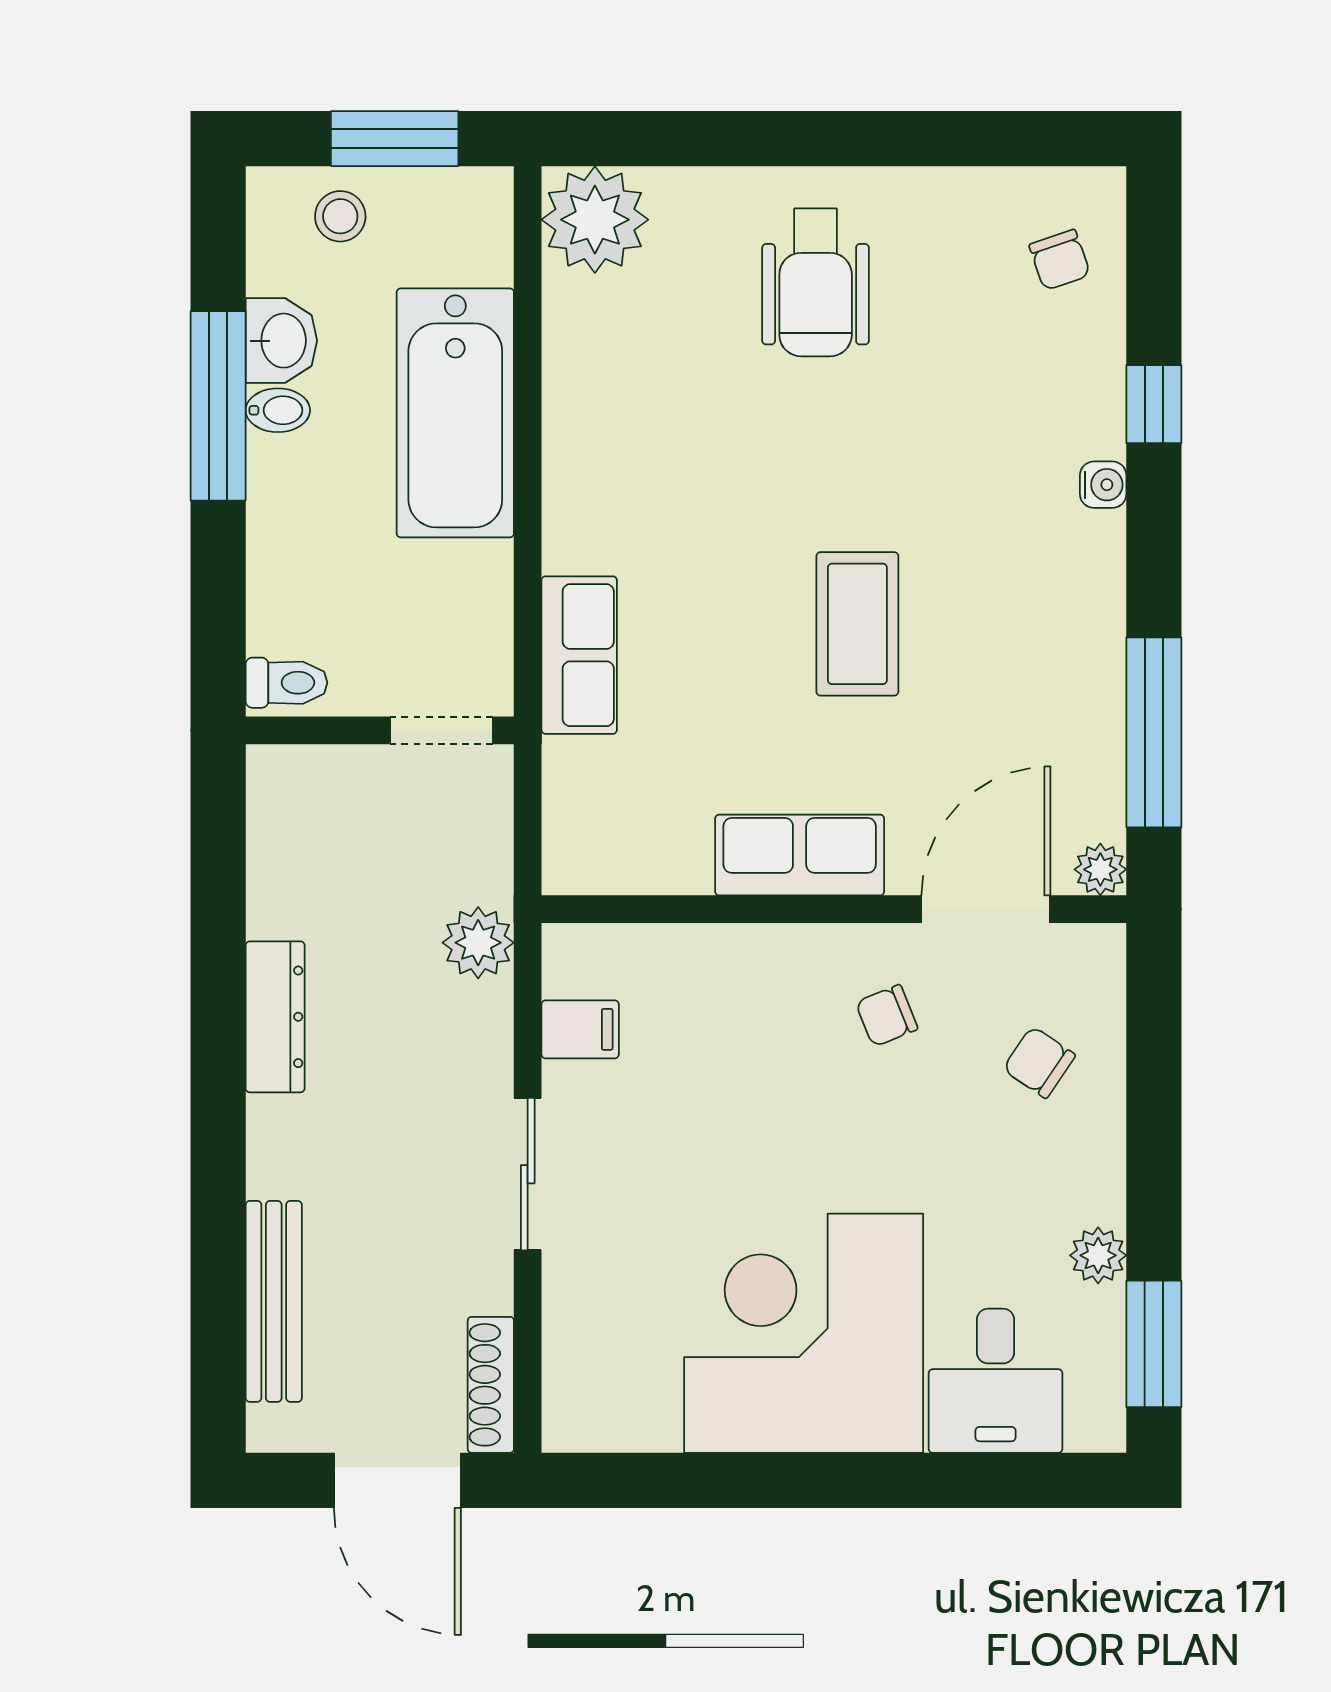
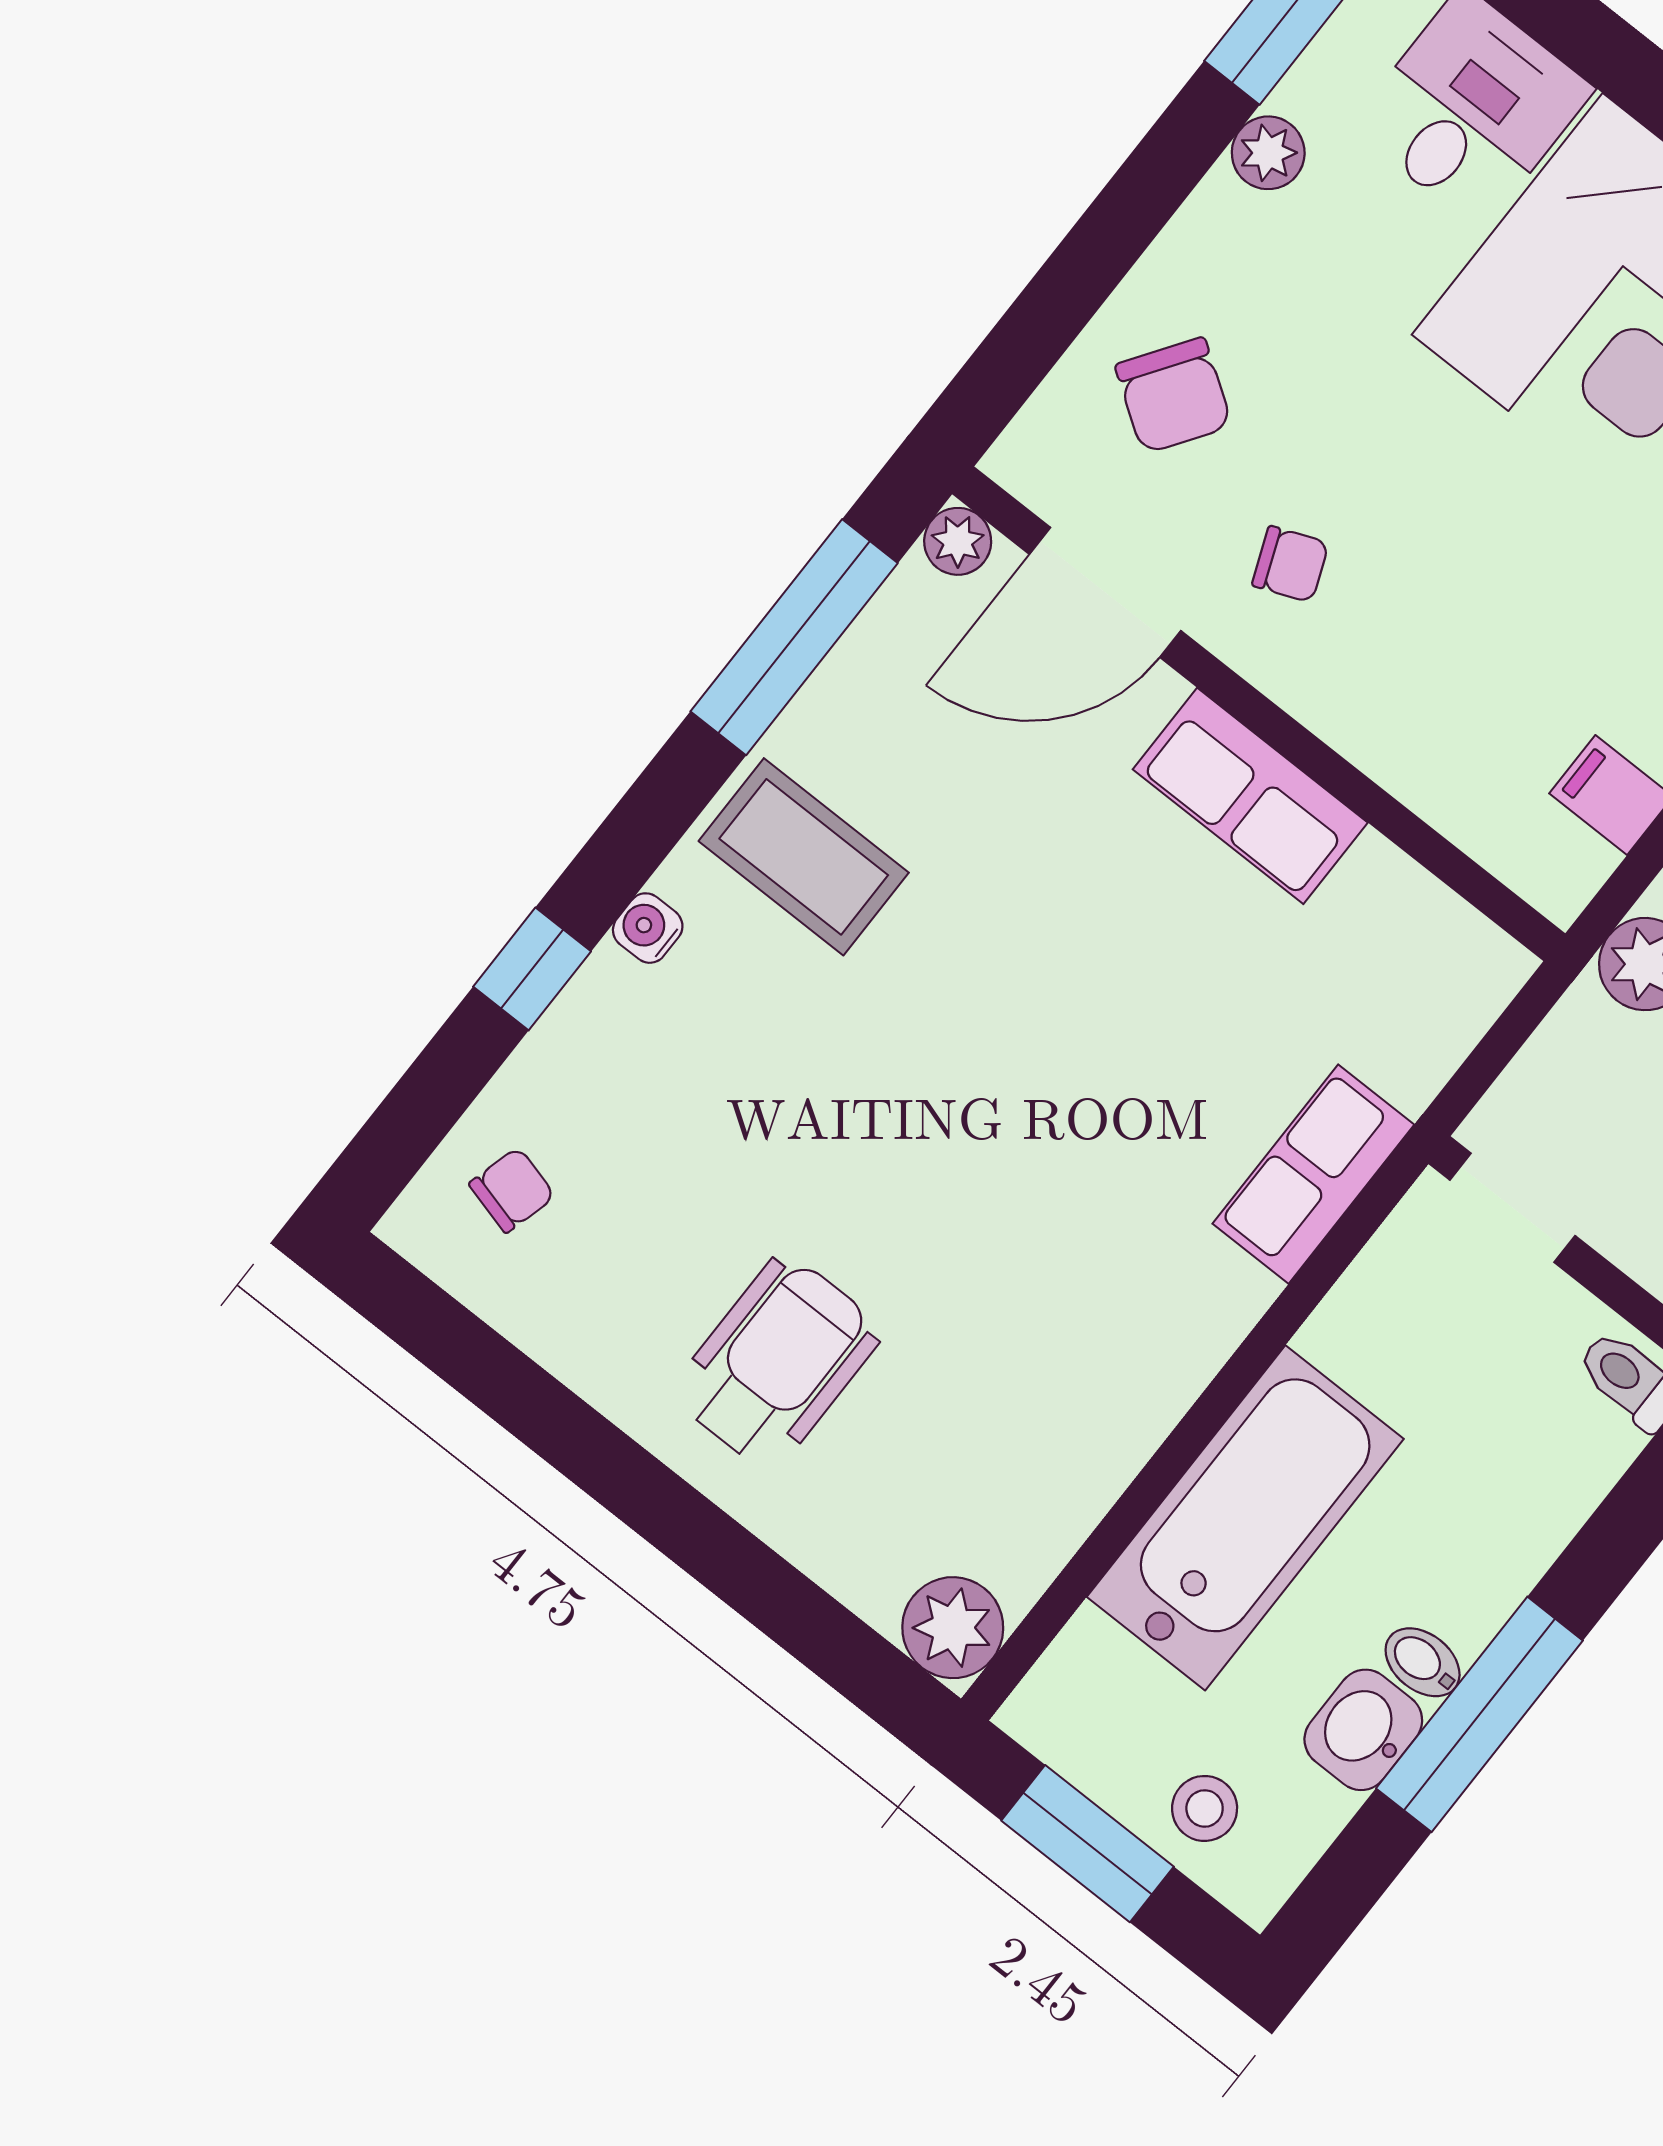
plant: (595, 220) -> (953, 1628), width x0.73, depth x0.73
chair: (1060, 260) -> (512, 1190), turned 34
coffee table: (857, 624) -> (804, 857), moved, turned 90
chair: (1039, 1062) -> (1174, 395), width x1.37, depth x1.37

